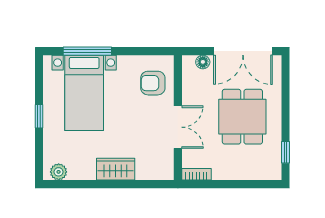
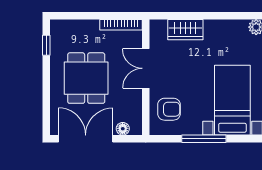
window: (87, 51) -> (204, 139), moved
wardrobe: (116, 169) -> (185, 30), moved
bookcase: (196, 174) -> (121, 25), width x1.56

